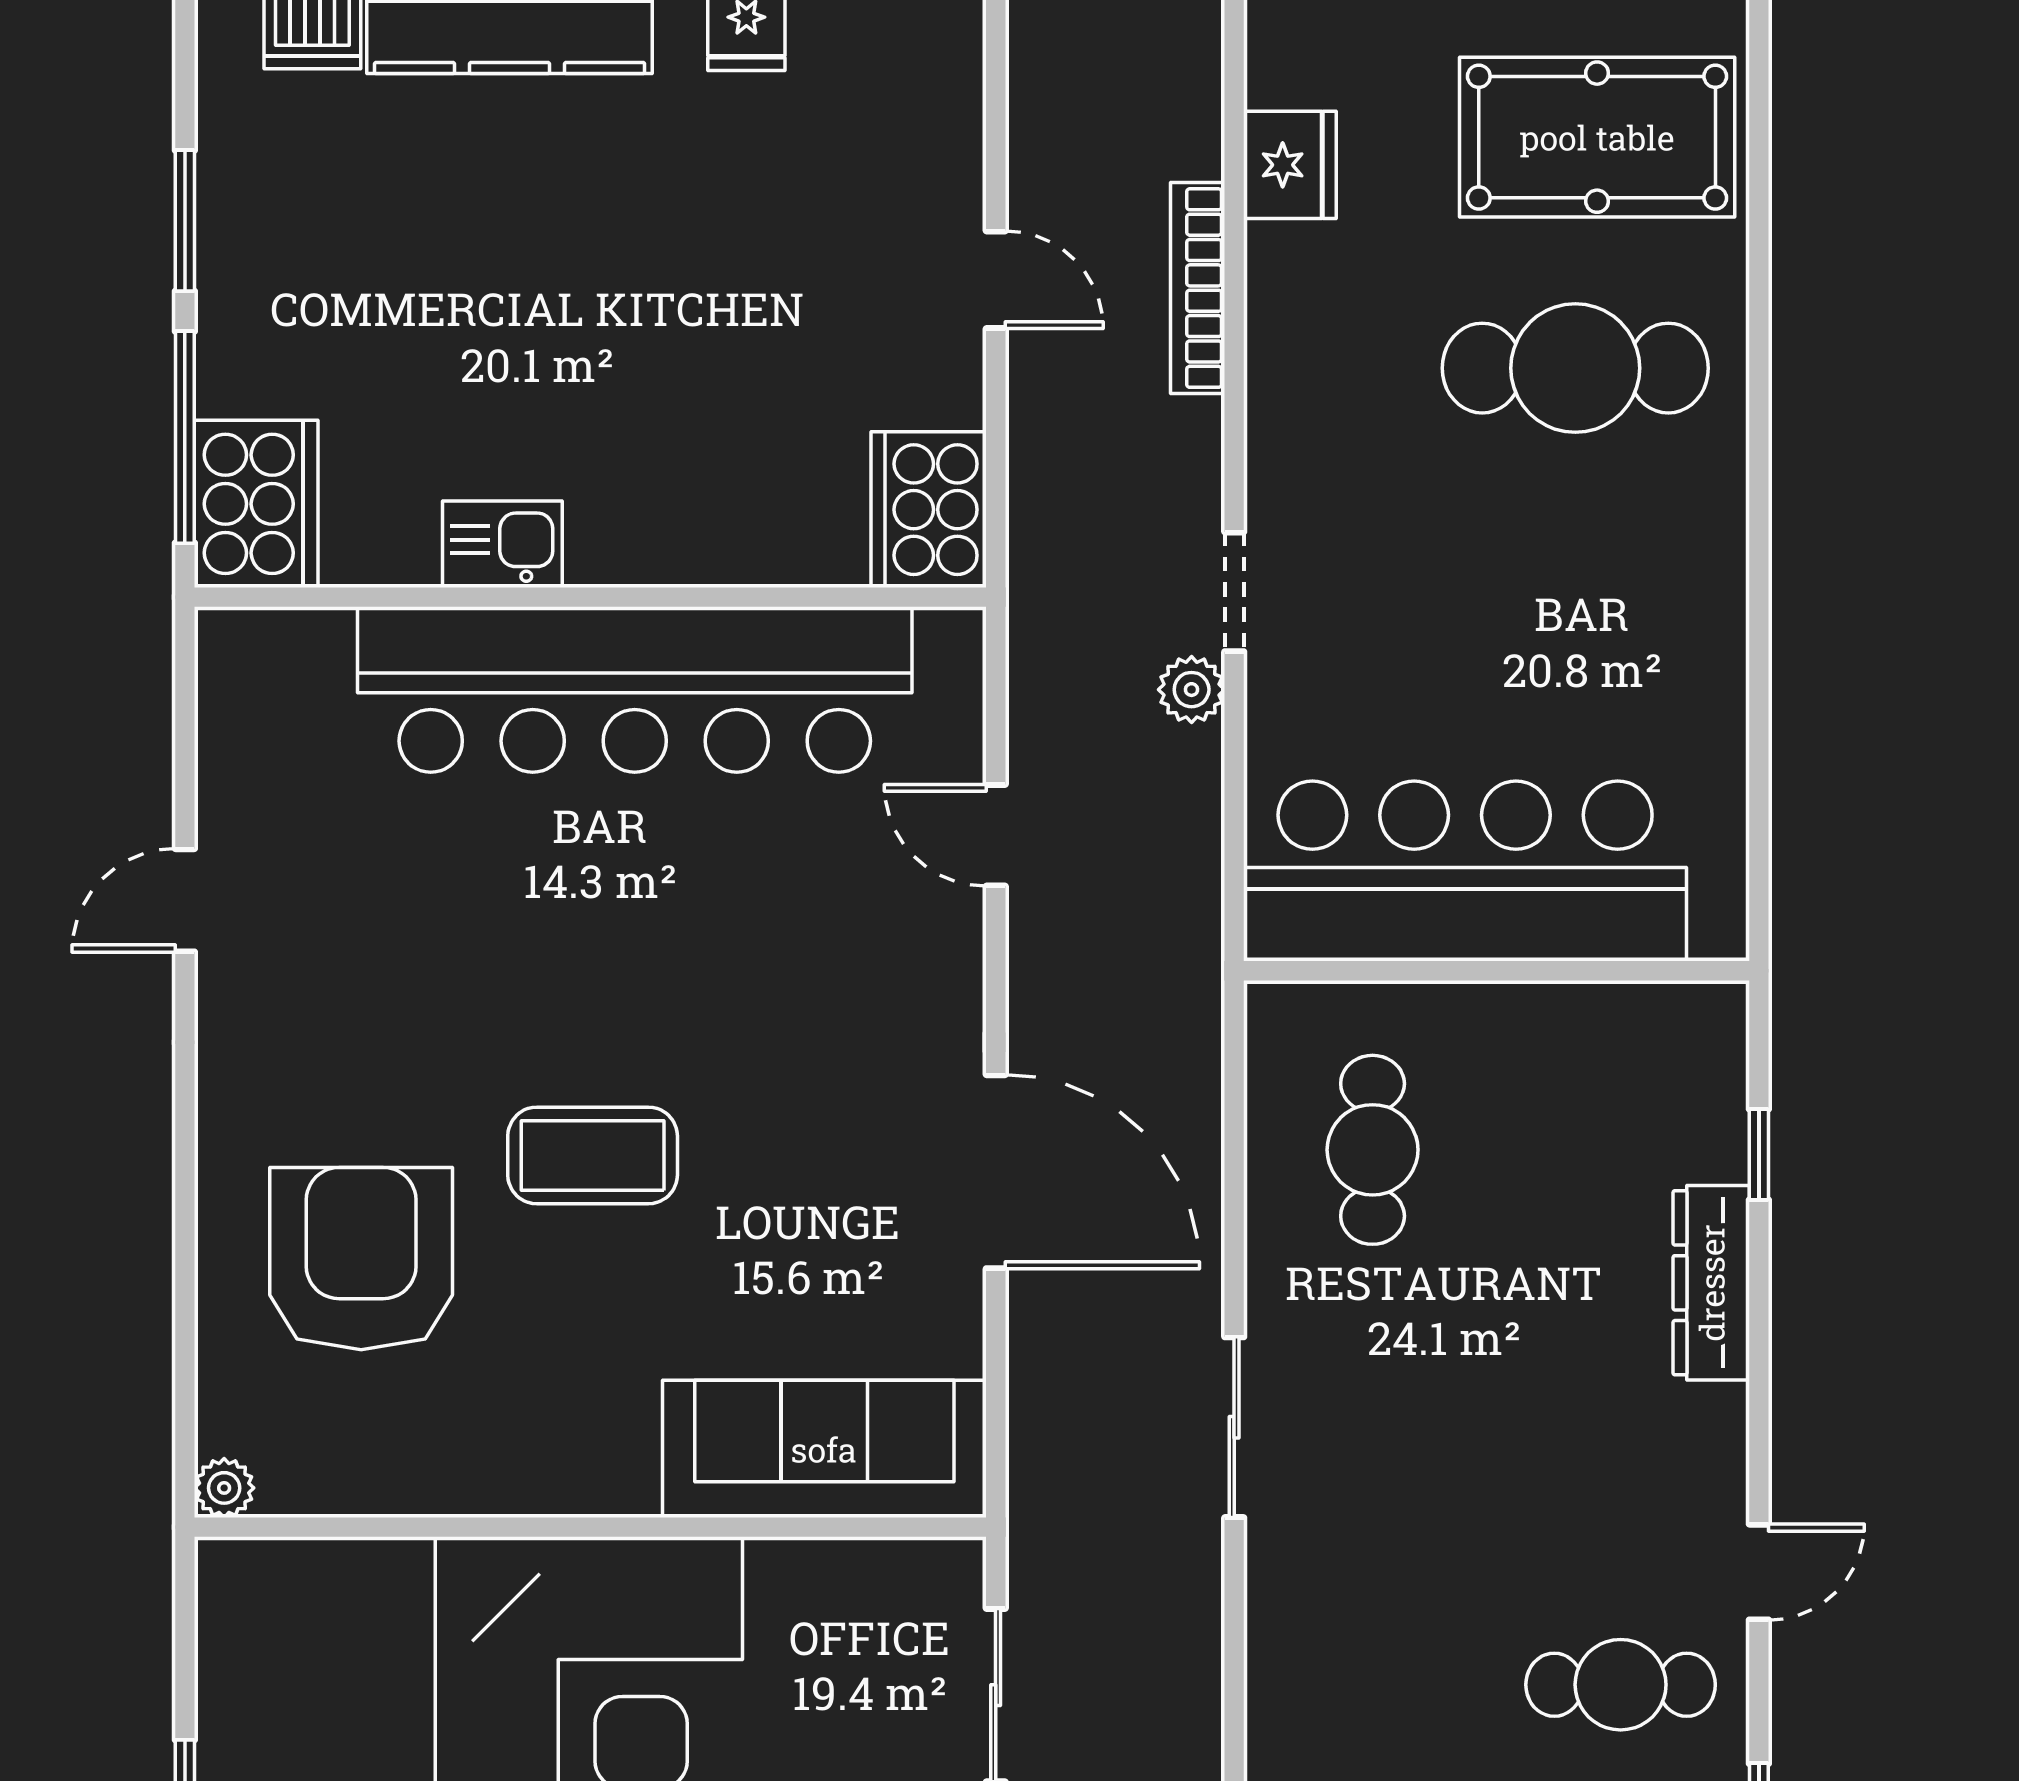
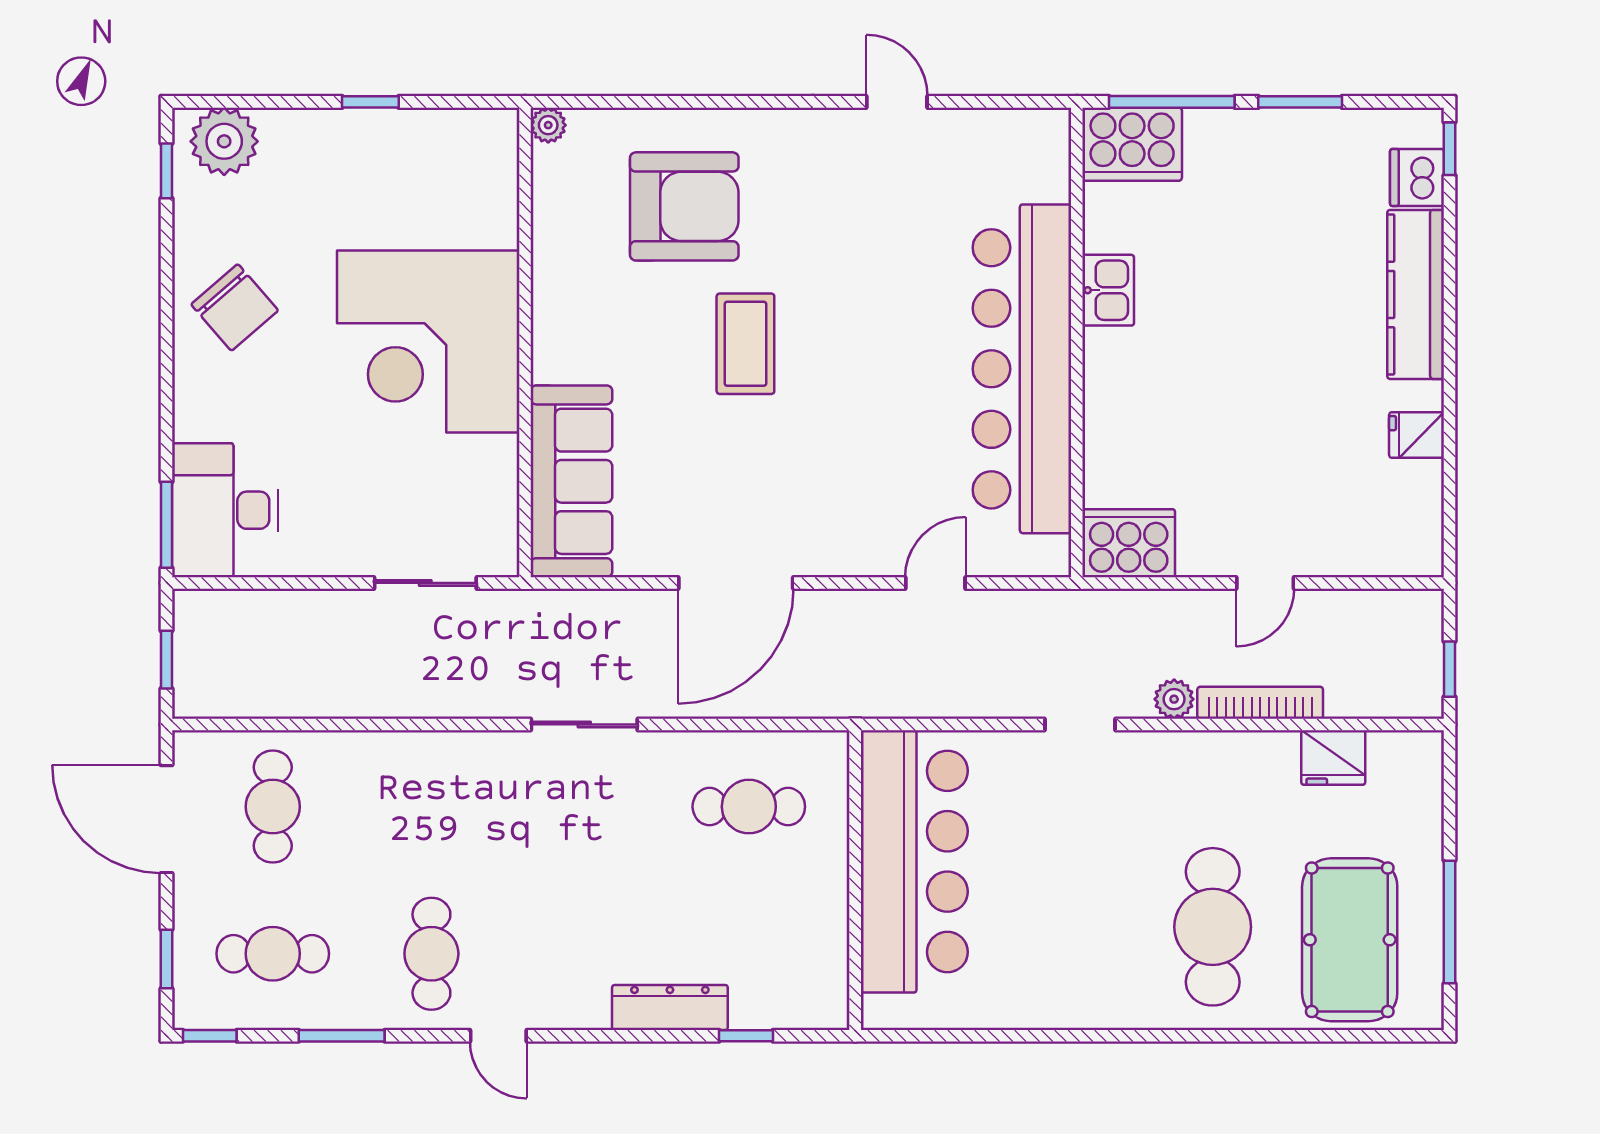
plant: (1192, 690) -> (1174, 699), moved

